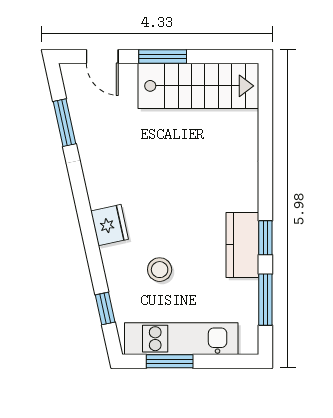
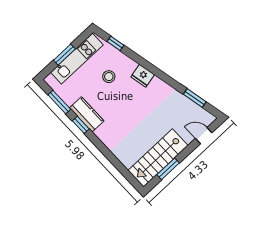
window: (163, 56) -> (168, 169), moved
window: (170, 361) -> (64, 55), moved

